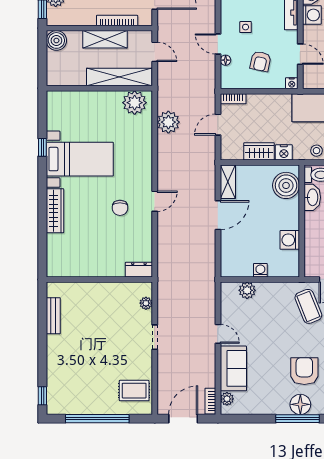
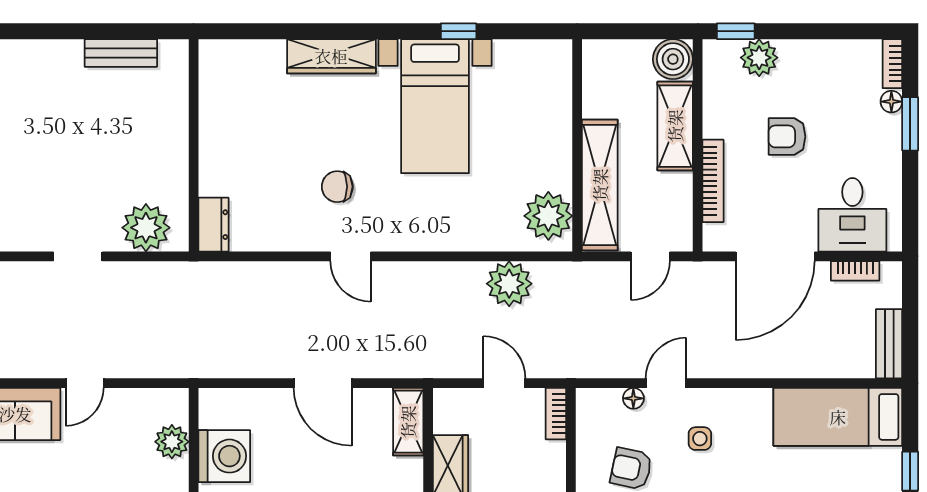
shelving: (105, 39) -> (675, 126), moved
shelving: (228, 182) -> (408, 422), moved, turned 90
washing machine: (260, 270) -> (224, 456), width x1.89, depth x1.89
plant: (146, 303) -> (146, 228), width x1.87, depth x1.87

